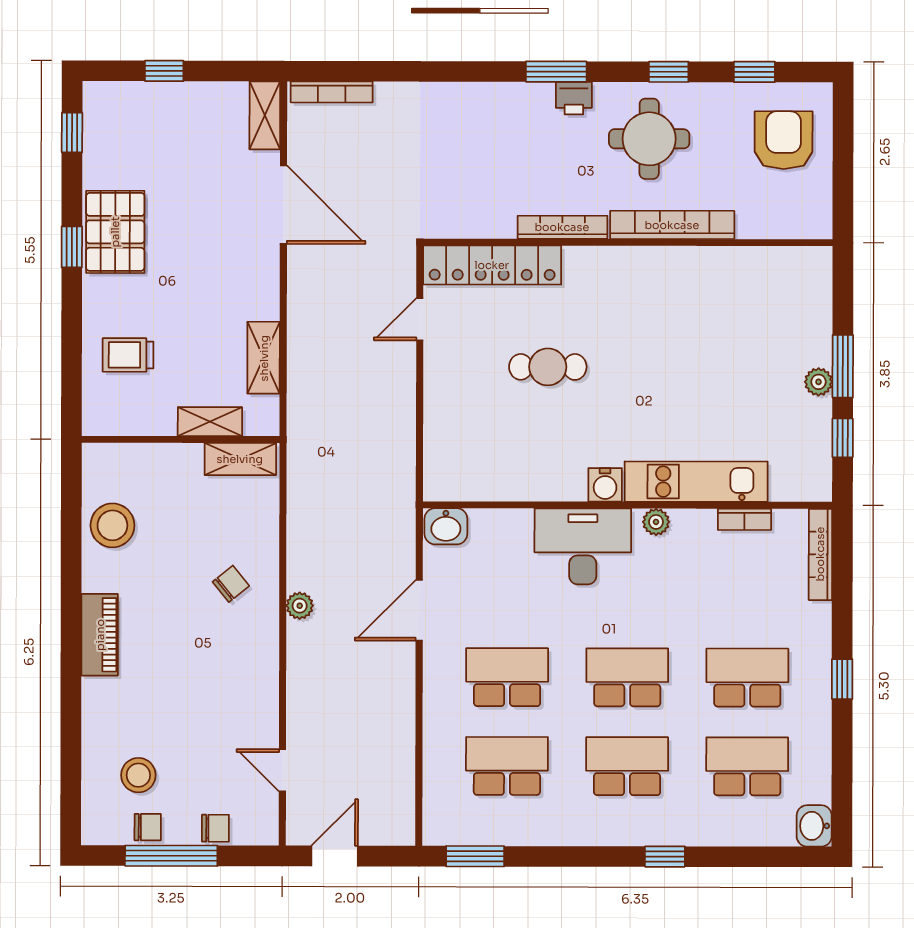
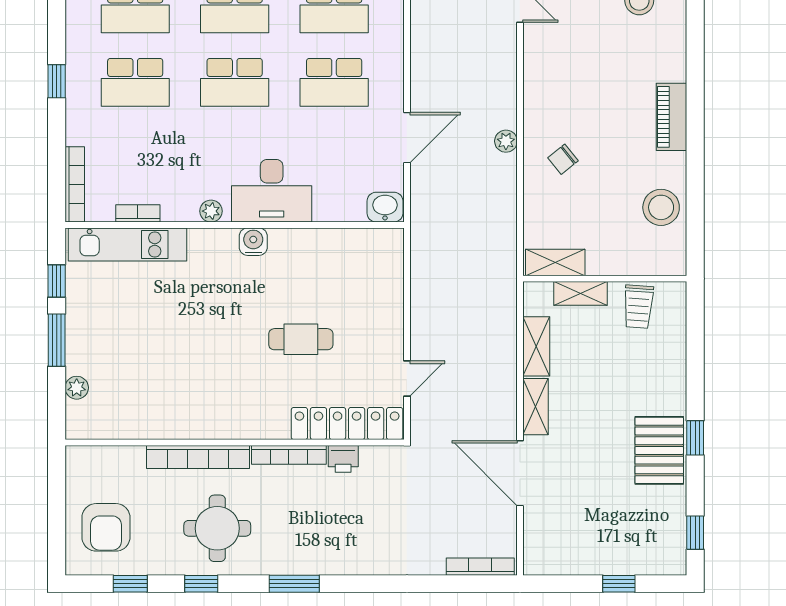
printer: (574, 98) -> (343, 459), moved, turned 180
shelving: (265, 115) -> (535, 407), moved
trolley: (128, 355) -> (638, 307), moved, turned 94
plant: (818, 382) -> (77, 388), moved
kitchen unit: (696, 482) -> (127, 244), moved

